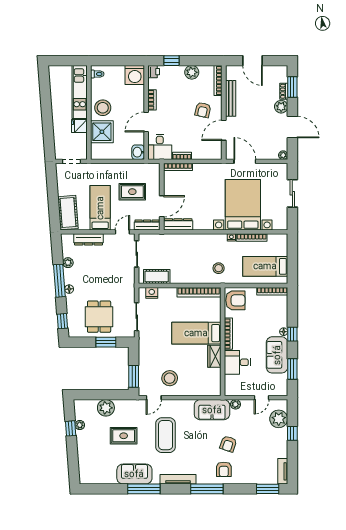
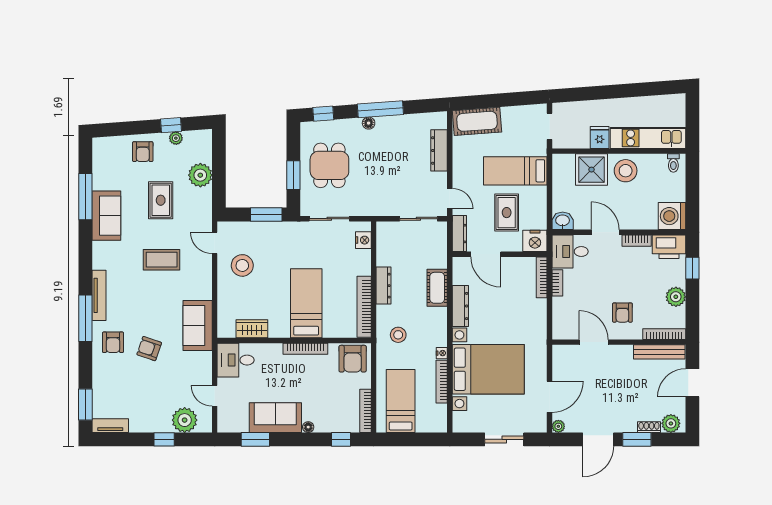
printer: (154, 72) -> (669, 247), width x1.87, depth x1.48
window: (292, 87) -> (637, 439), moved
bench: (231, 98) -> (659, 352), moved
plant: (281, 107) -> (671, 423), moved
armchair: (203, 110) -> (622, 313), turned -103
door: (245, 161) -> (550, 397), moved
nightstand: (152, 172) -> (535, 241), added
bed: (100, 208) -> (515, 171), moved, turned 180
dresser: (178, 224) -> (460, 306), moved
plant: (68, 263) -> (406, 121), removed
cot: (157, 277) -> (437, 288), moved
dresser: (184, 279) -> (383, 286), added
dining table: (99, 317) -> (329, 165), turned 90
window: (292, 334) -> (341, 439), moved
wardrobe: (214, 356) -> (252, 329), moved
desk: (237, 362) -> (236, 360), moved, turned -90
window: (134, 376) -> (266, 215), moved
plant: (236, 404) -> (205, 359), removed
coffee table: (166, 435) -> (162, 260), width x0.73, depth x0.76
armchair: (89, 448) -> (143, 152), added
armchair: (224, 469) -> (113, 342), turned -90
tv unit: (178, 479) -> (99, 295), moved
window: (144, 489) -> (85, 197), moved

